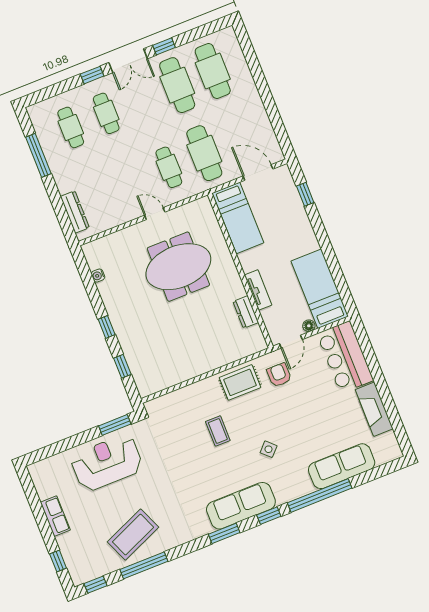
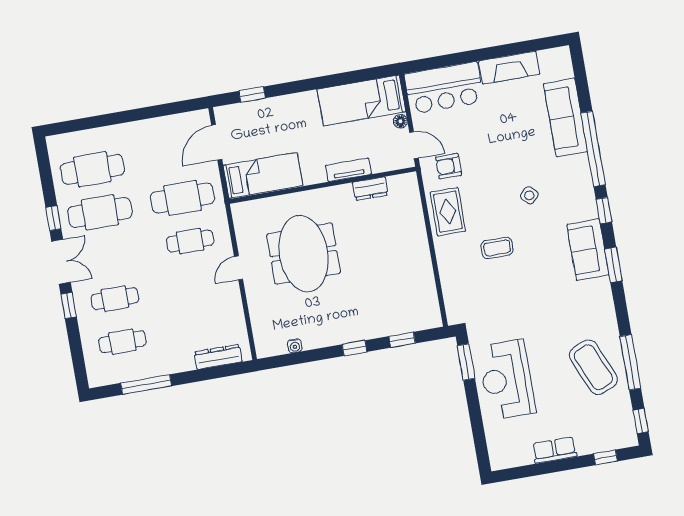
sofa: (241, 506) -> (588, 250), width x0.73

